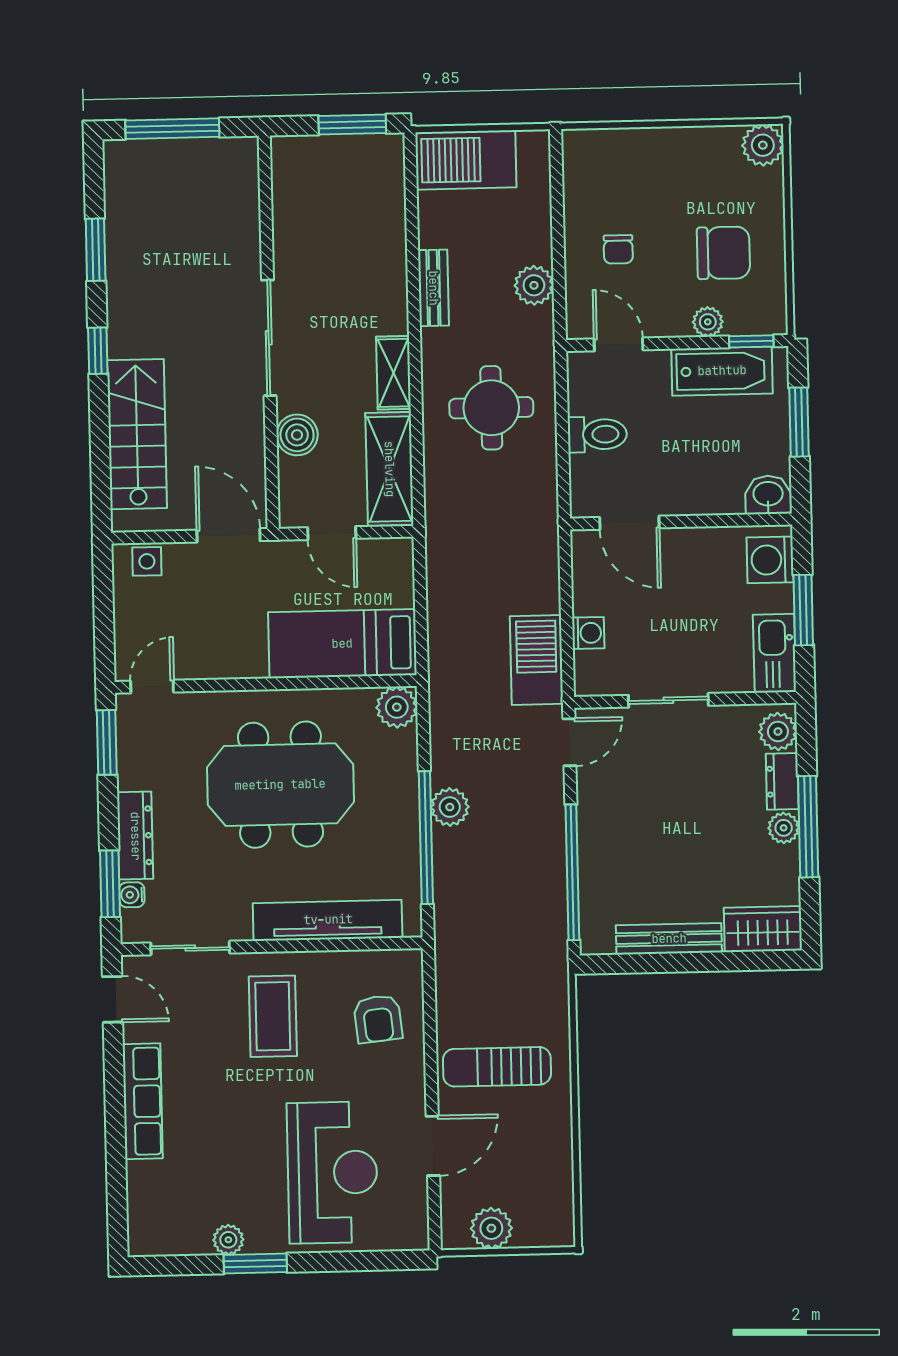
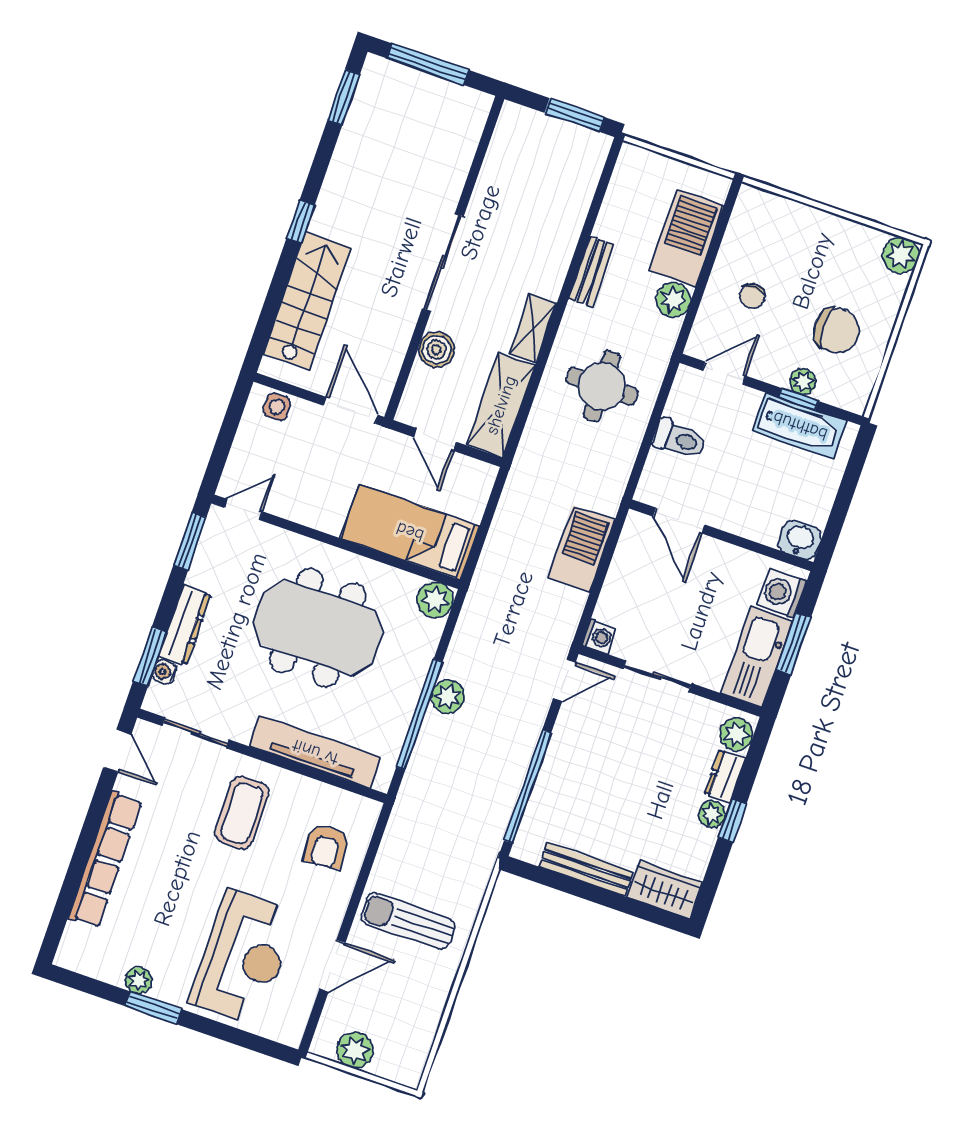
barbecue: (466, 160) -> (686, 238), moved, turned 90
window: (96, 250) -> (344, 97), moved
window: (751, 341) -> (798, 399), moved
door: (618, 344) -> (724, 373), hinge flipped
window: (799, 422) -> (847, 490), removed
washing machine: (588, 633) -> (599, 637), moved
kitchen sink: (775, 653) -> (757, 657), width x1.36, depth x1.24
barbecue: (536, 660) -> (582, 549), moved
window: (808, 827) -> (732, 821), width x0.46
row of seats: (143, 1101) -> (105, 860), width x1.36

